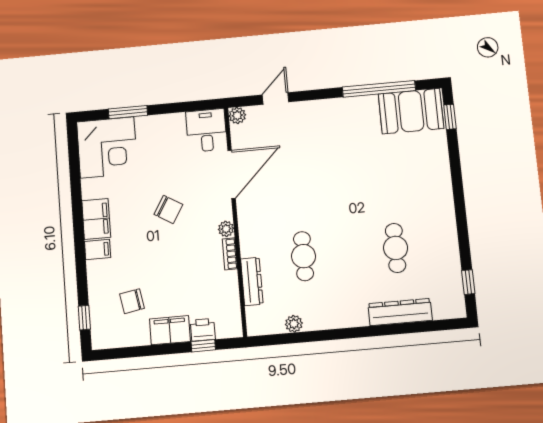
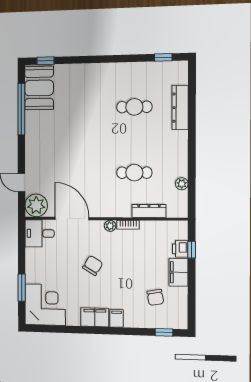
plant: (237, 115) -> (36, 205), width x1.87, depth x1.87

